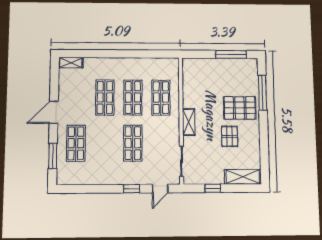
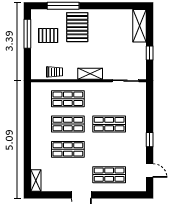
trolley: (190, 83) -> (54, 72), added
pallet: (230, 136) -> (48, 36), moved
window: (53, 156) -> (120, 195), removed
window: (132, 189) -> (150, 140), moved
door: (160, 189) -> (150, 171), moved

